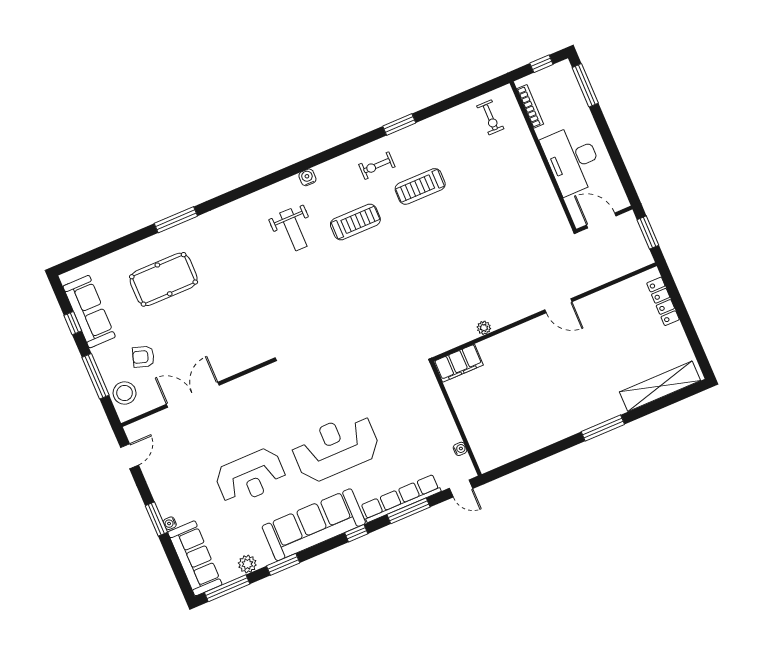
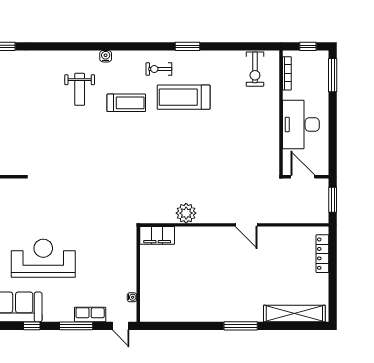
exercise bike: (490, 117) -> (255, 69), width x1.38, depth x1.39
treadmill: (420, 186) -> (184, 97), width x1.37, depth x1.38
plant: (484, 328) -> (186, 213), width x1.88, depth x1.88
row of seats: (401, 498) -> (90, 315), width x0.50

